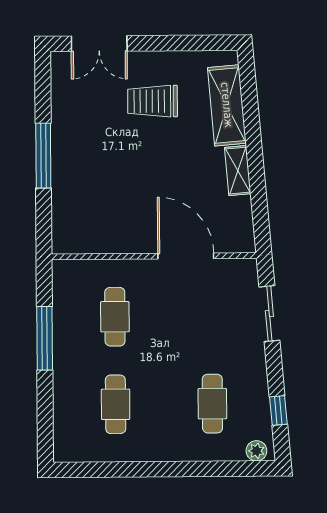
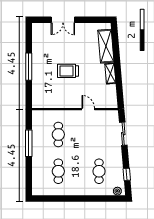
double door: (99, 44) -> (63, 20), moved
trolley: (153, 101) -> (68, 71), moved
door: (186, 256) -> (88, 109), width x0.53

